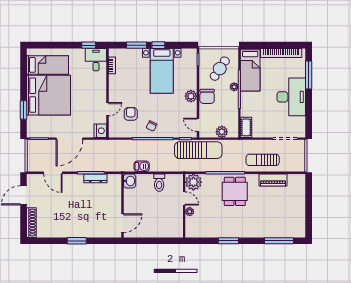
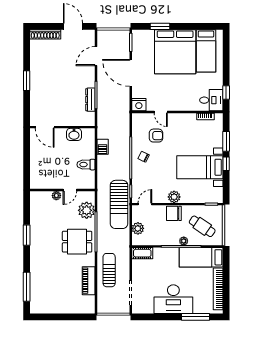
washbasin: (130, 181) -> (74, 134), moved
plant: (193, 182) -> (87, 210), moved

